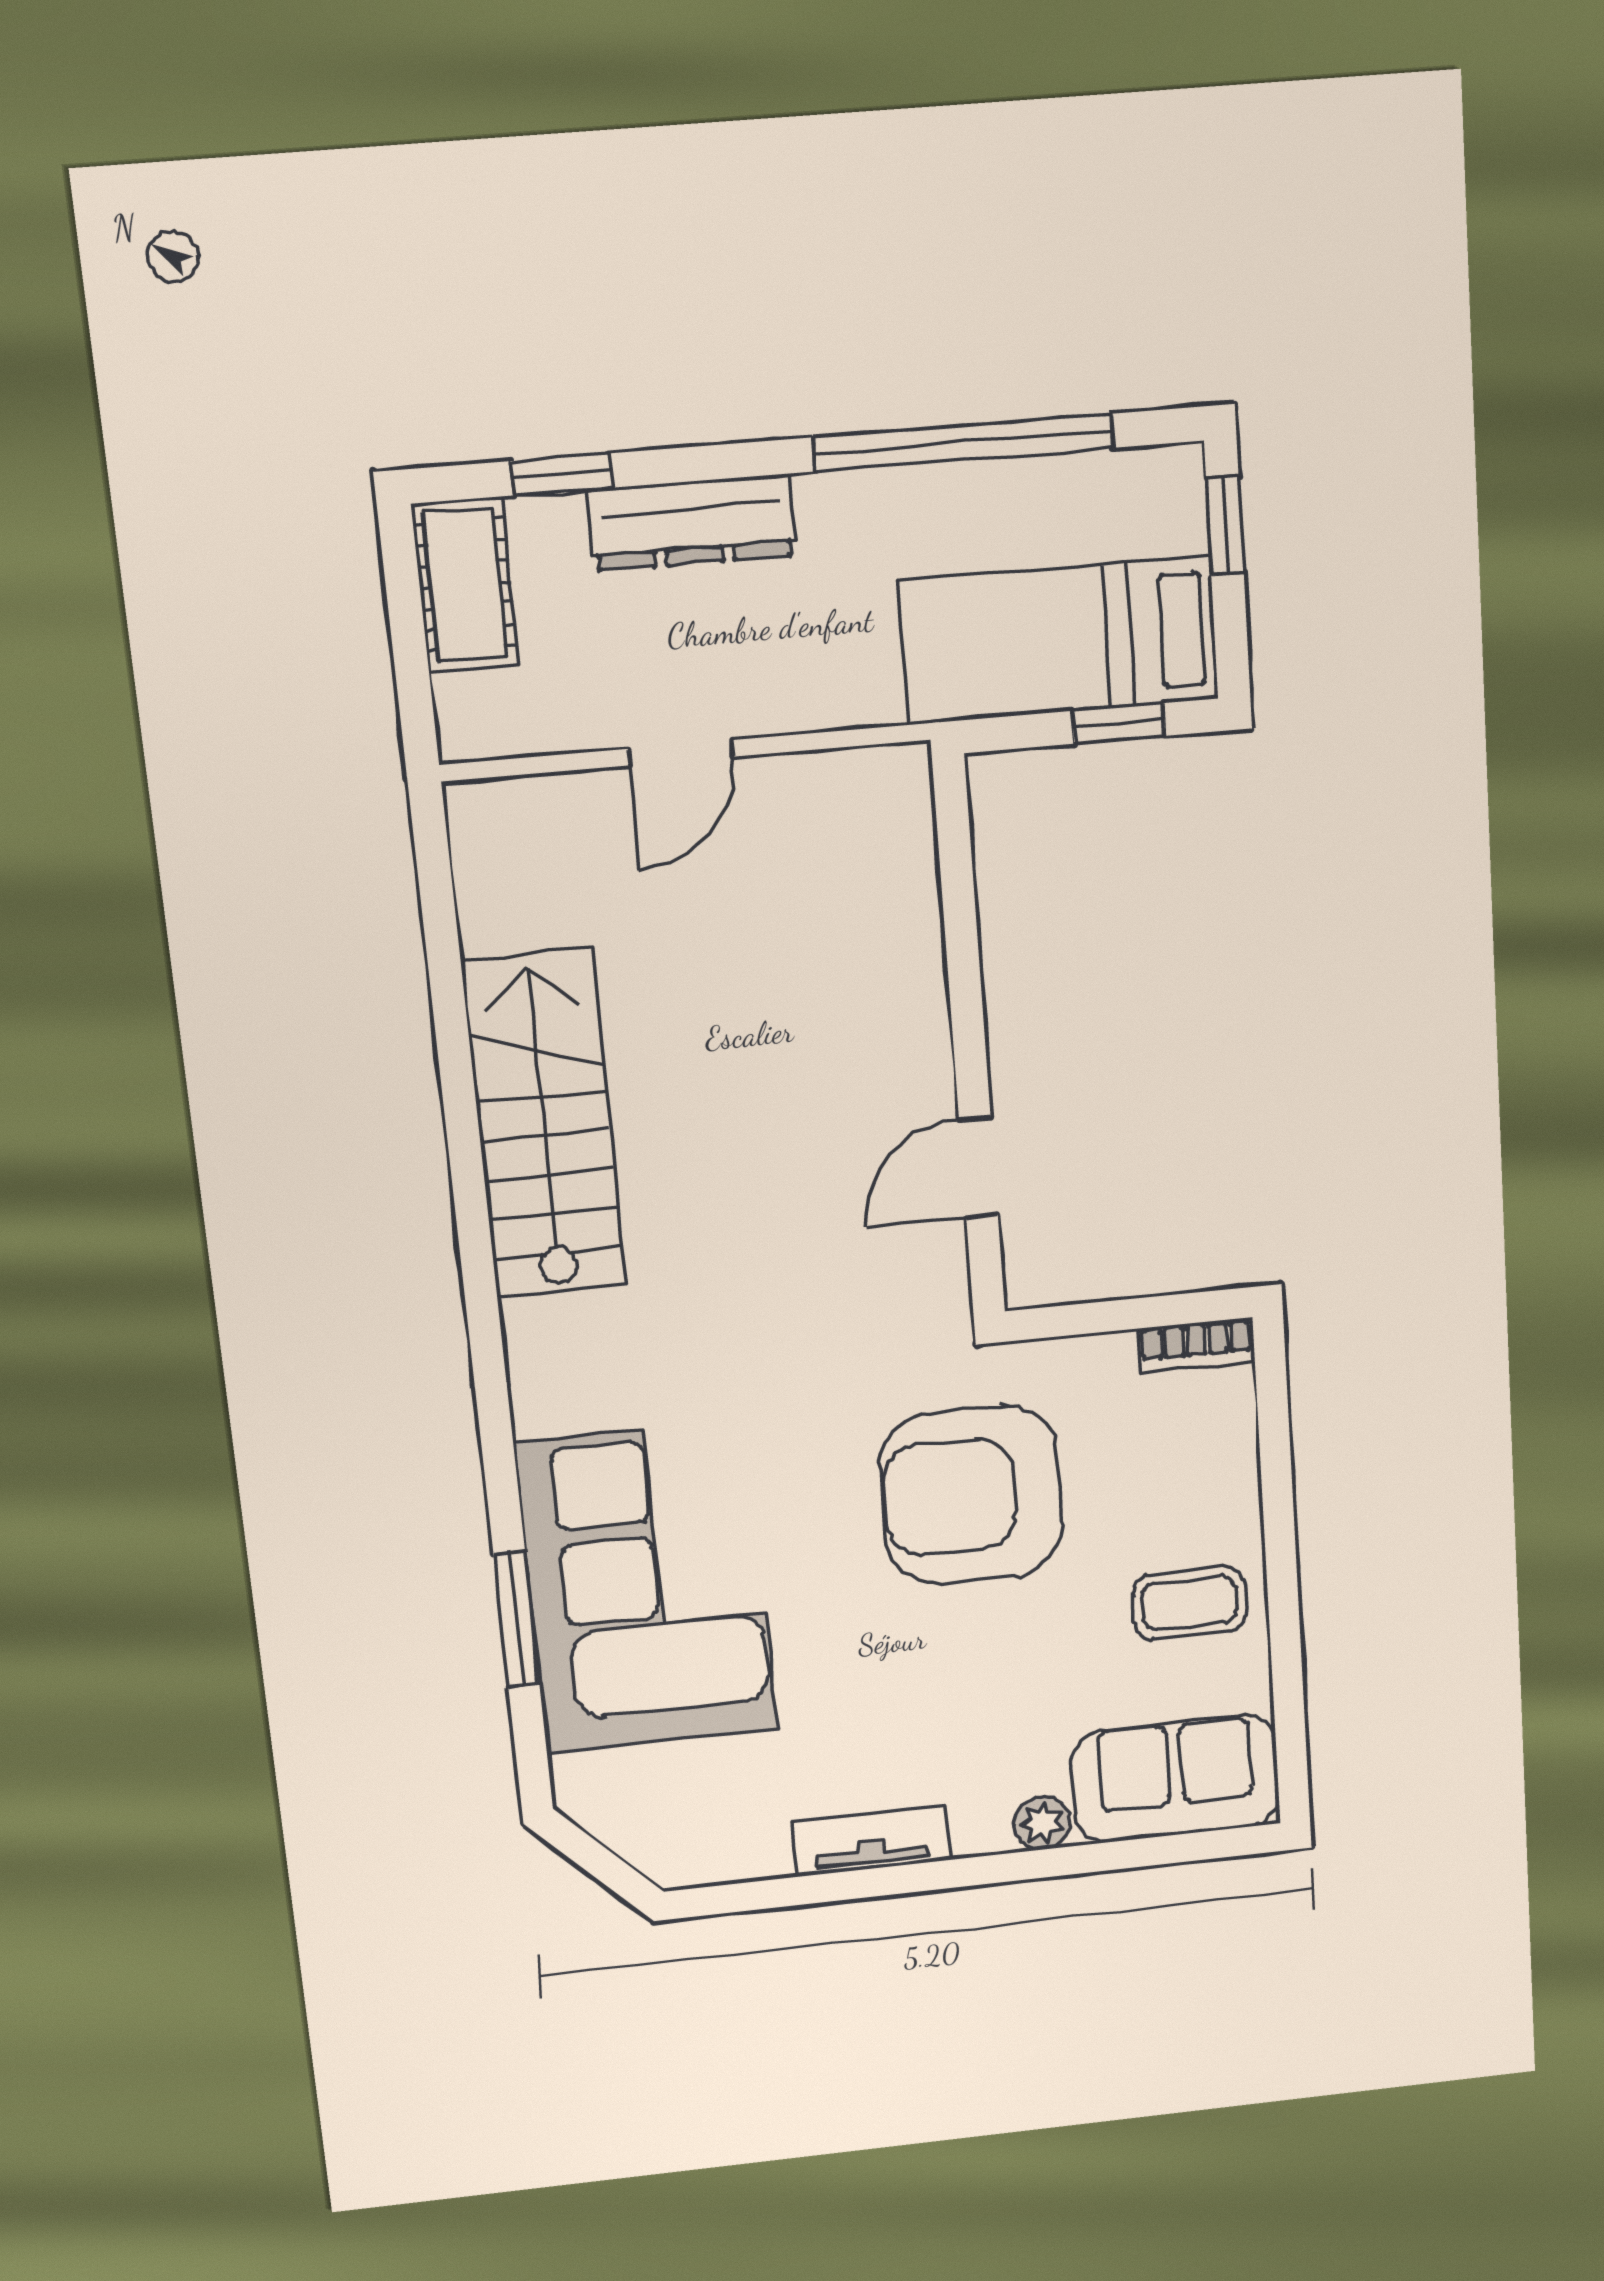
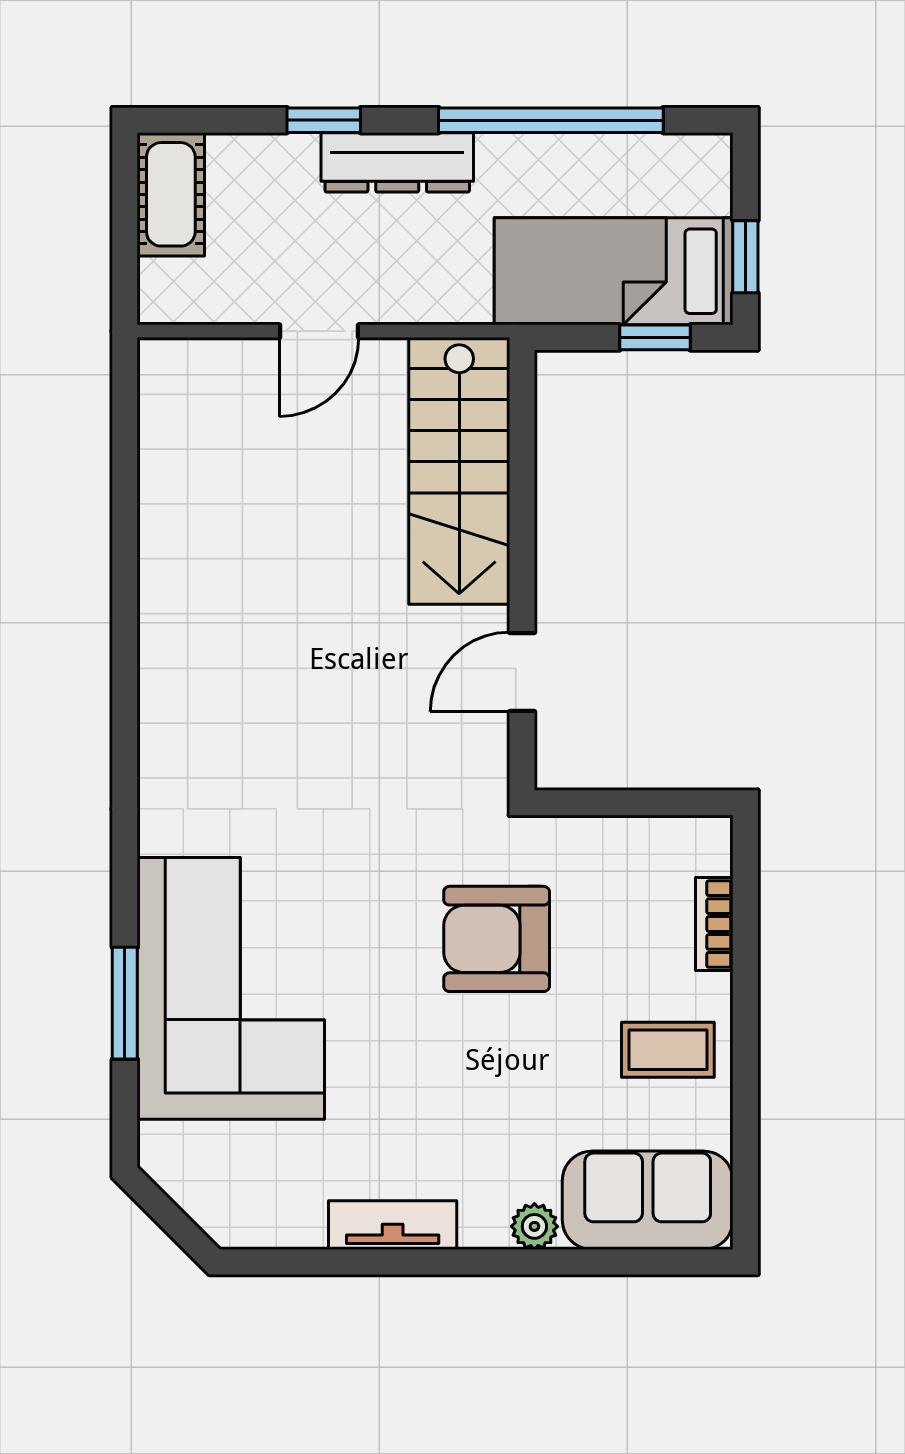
window: (562, 474) -> (324, 120), moved
dresser: (692, 522) -> (397, 162), moved
window: (1225, 526) -> (745, 257), moved
stairs: (544, 1124) -> (459, 471), moved, turned 180
bookcase: (1196, 1345) -> (714, 924), moved, turned 90
armchair: (971, 1495) -> (497, 939), width x0.73, depth x0.73

